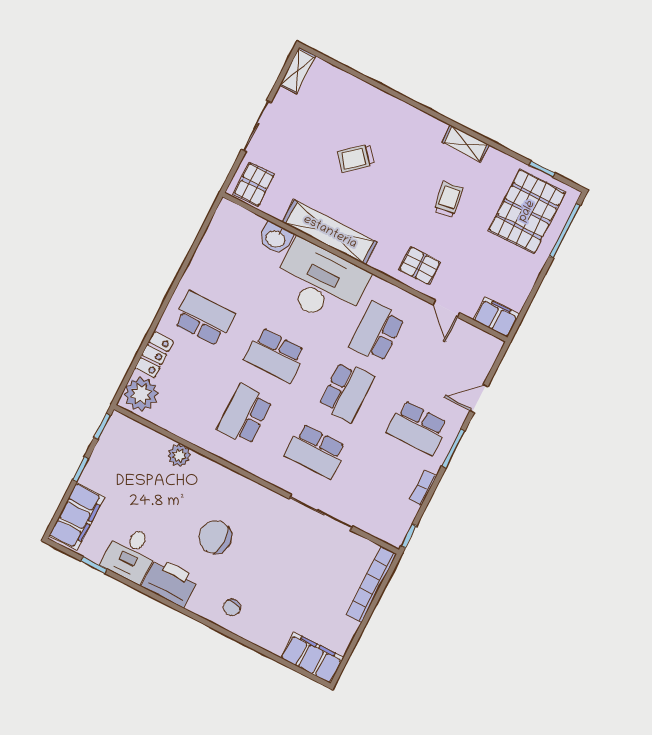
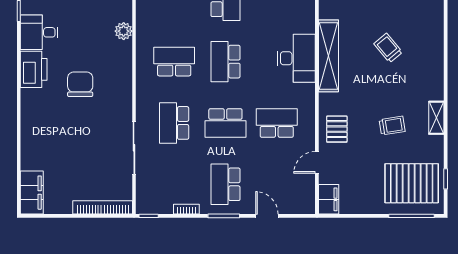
washbasin: (276, 238) -> (305, 21), removed
desk: (320, 283) -> (296, 58), width x0.73, depth x0.77
chair: (232, 607) -> (38, 120), removed

